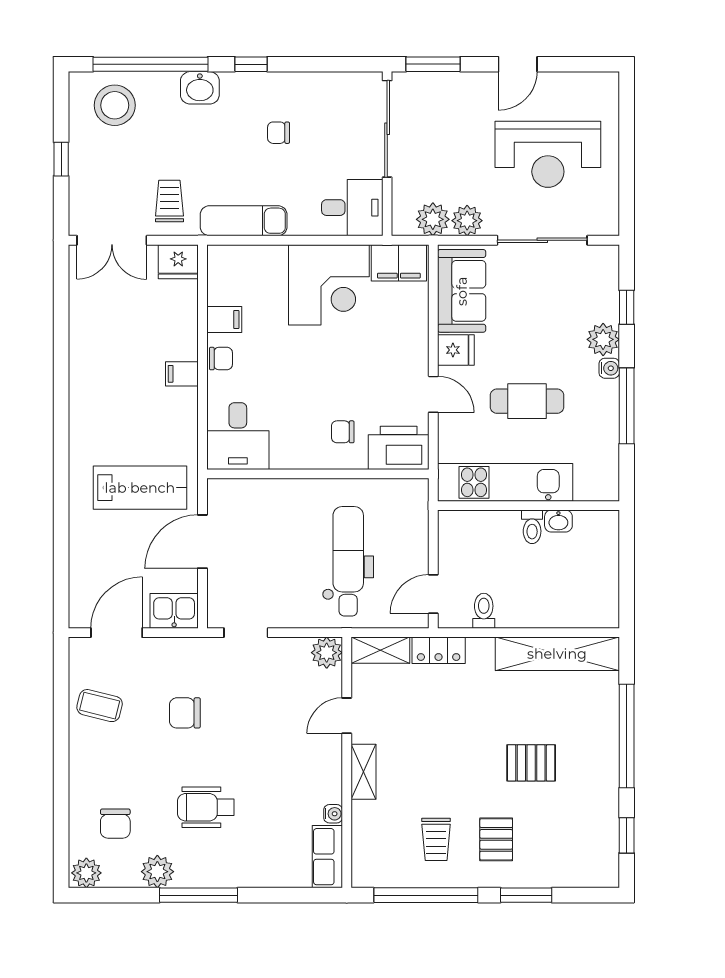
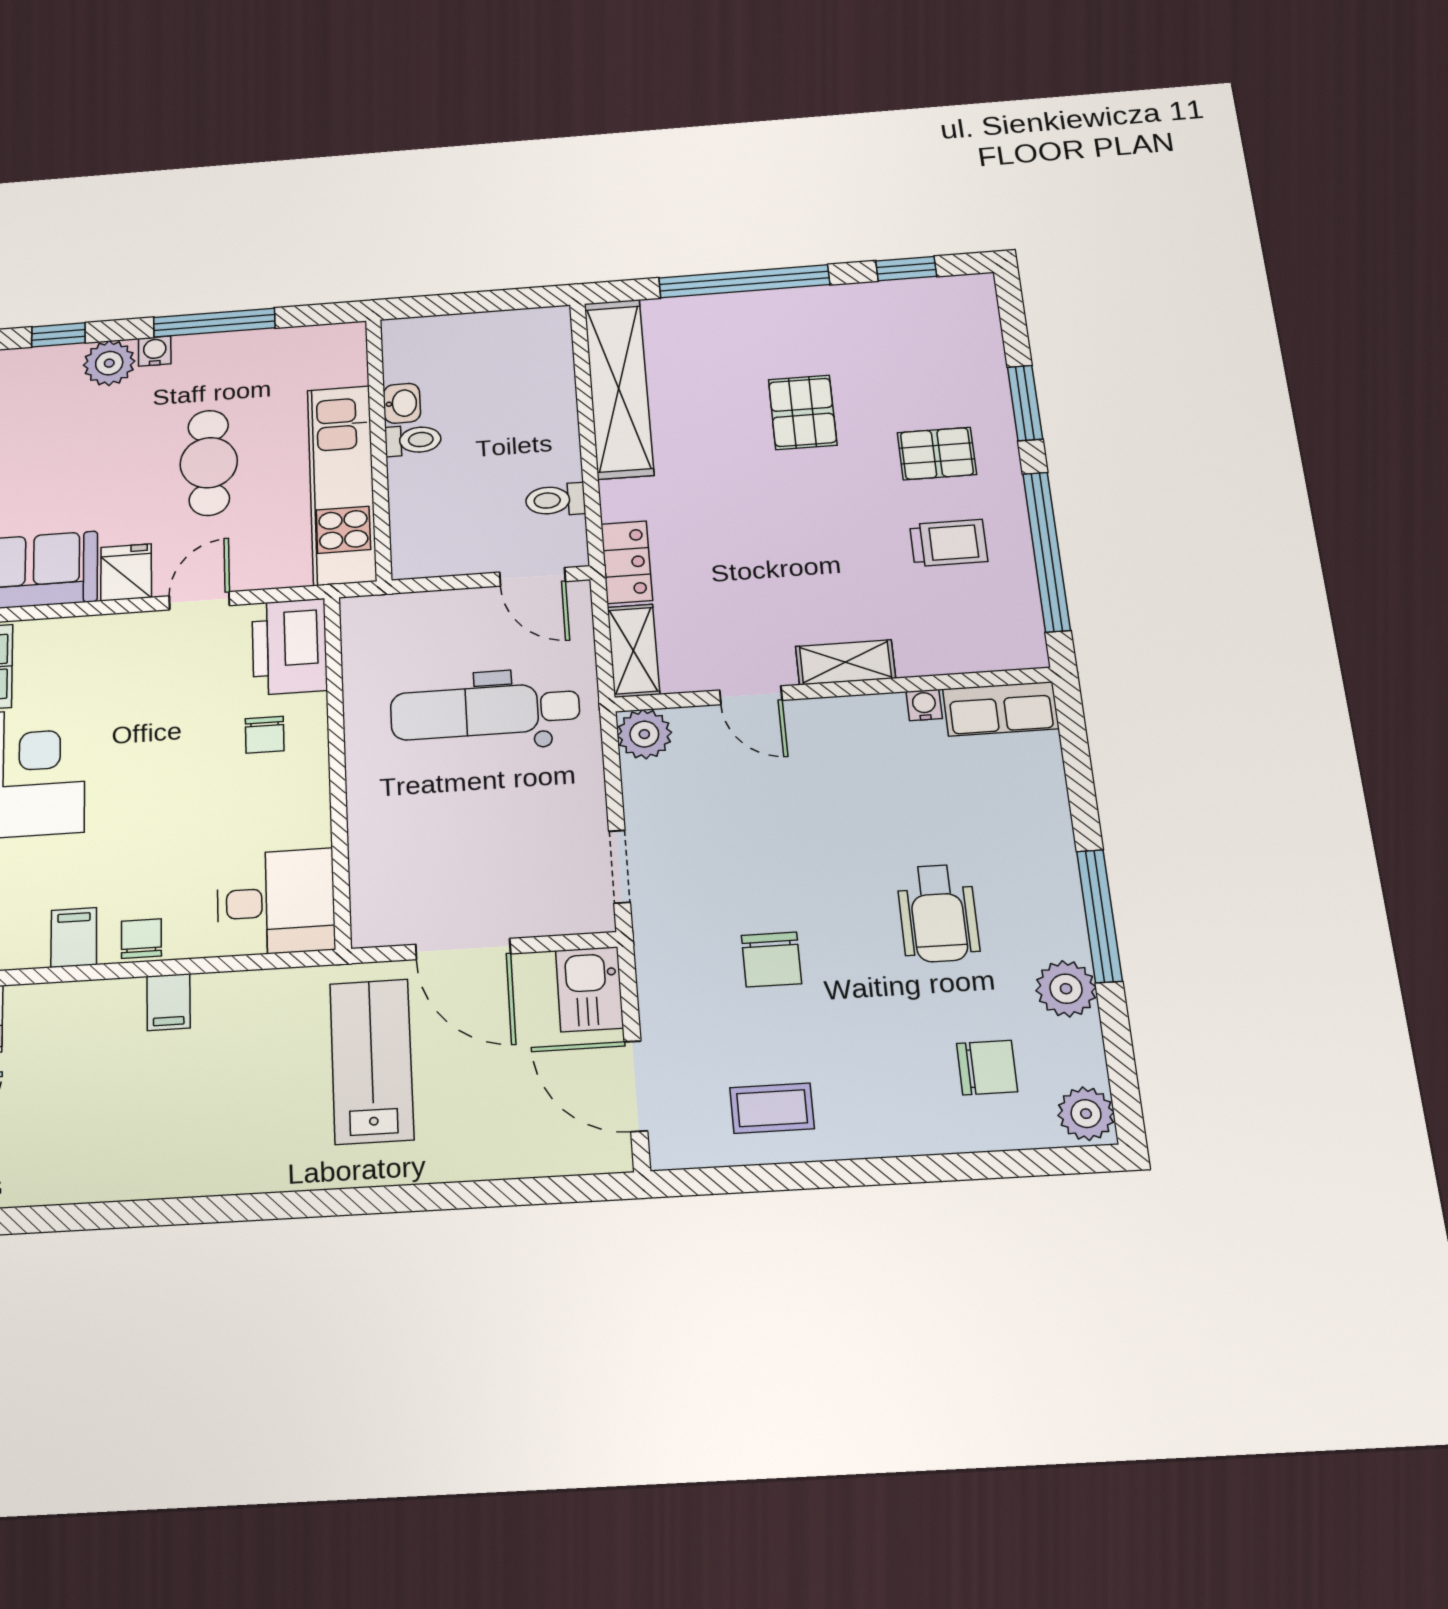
coffee table: (100, 706) -> (772, 1108), turned 76

